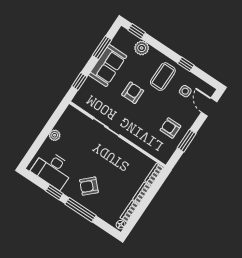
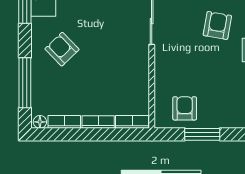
armchair: (133, 93) -> (217, 25), turned -80
armchair: (170, 128) -> (185, 108), moved
window: (80, 210) -> (25, 83), moved

